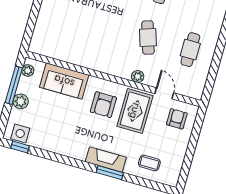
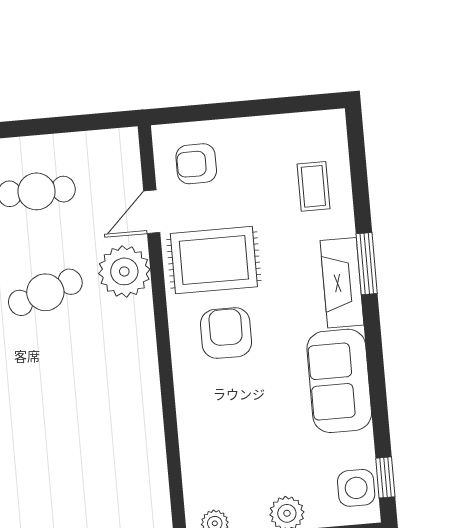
plant: (138, 76) -> (124, 271), width x1.87, depth x1.87
sofa: (64, 81) -> (339, 381), moved, turned 180
armchair: (103, 105) -> (226, 333), turned -90

